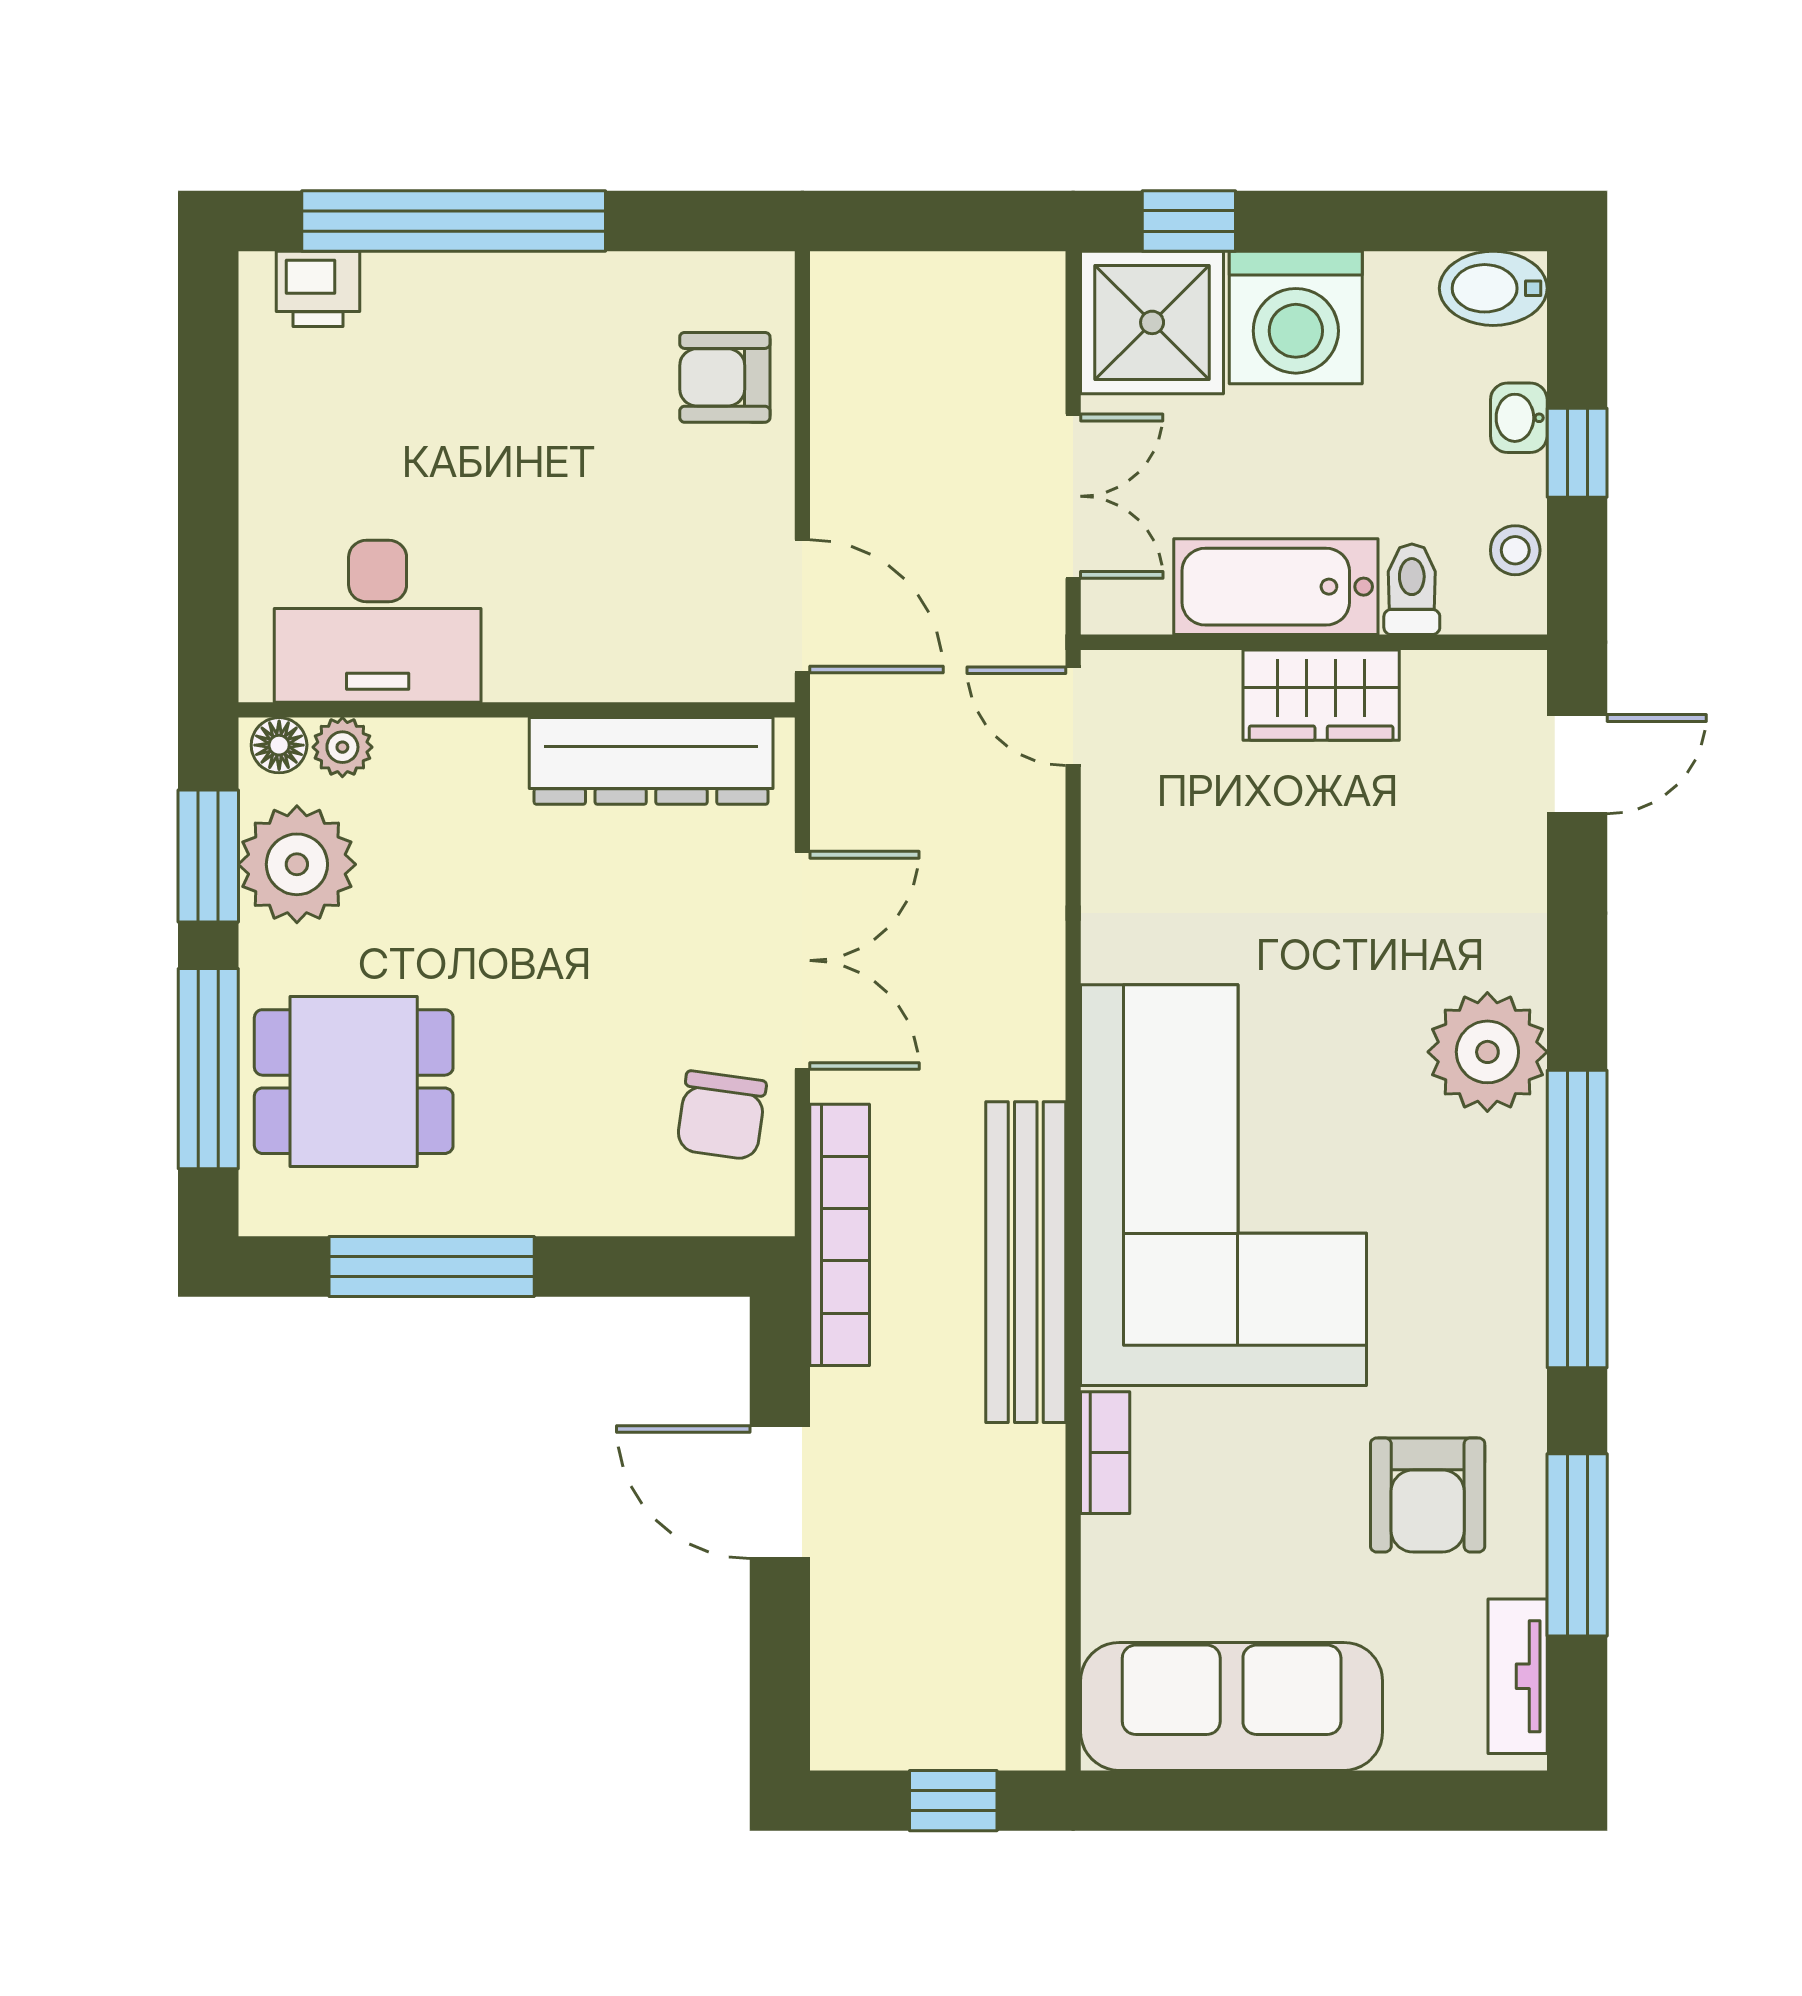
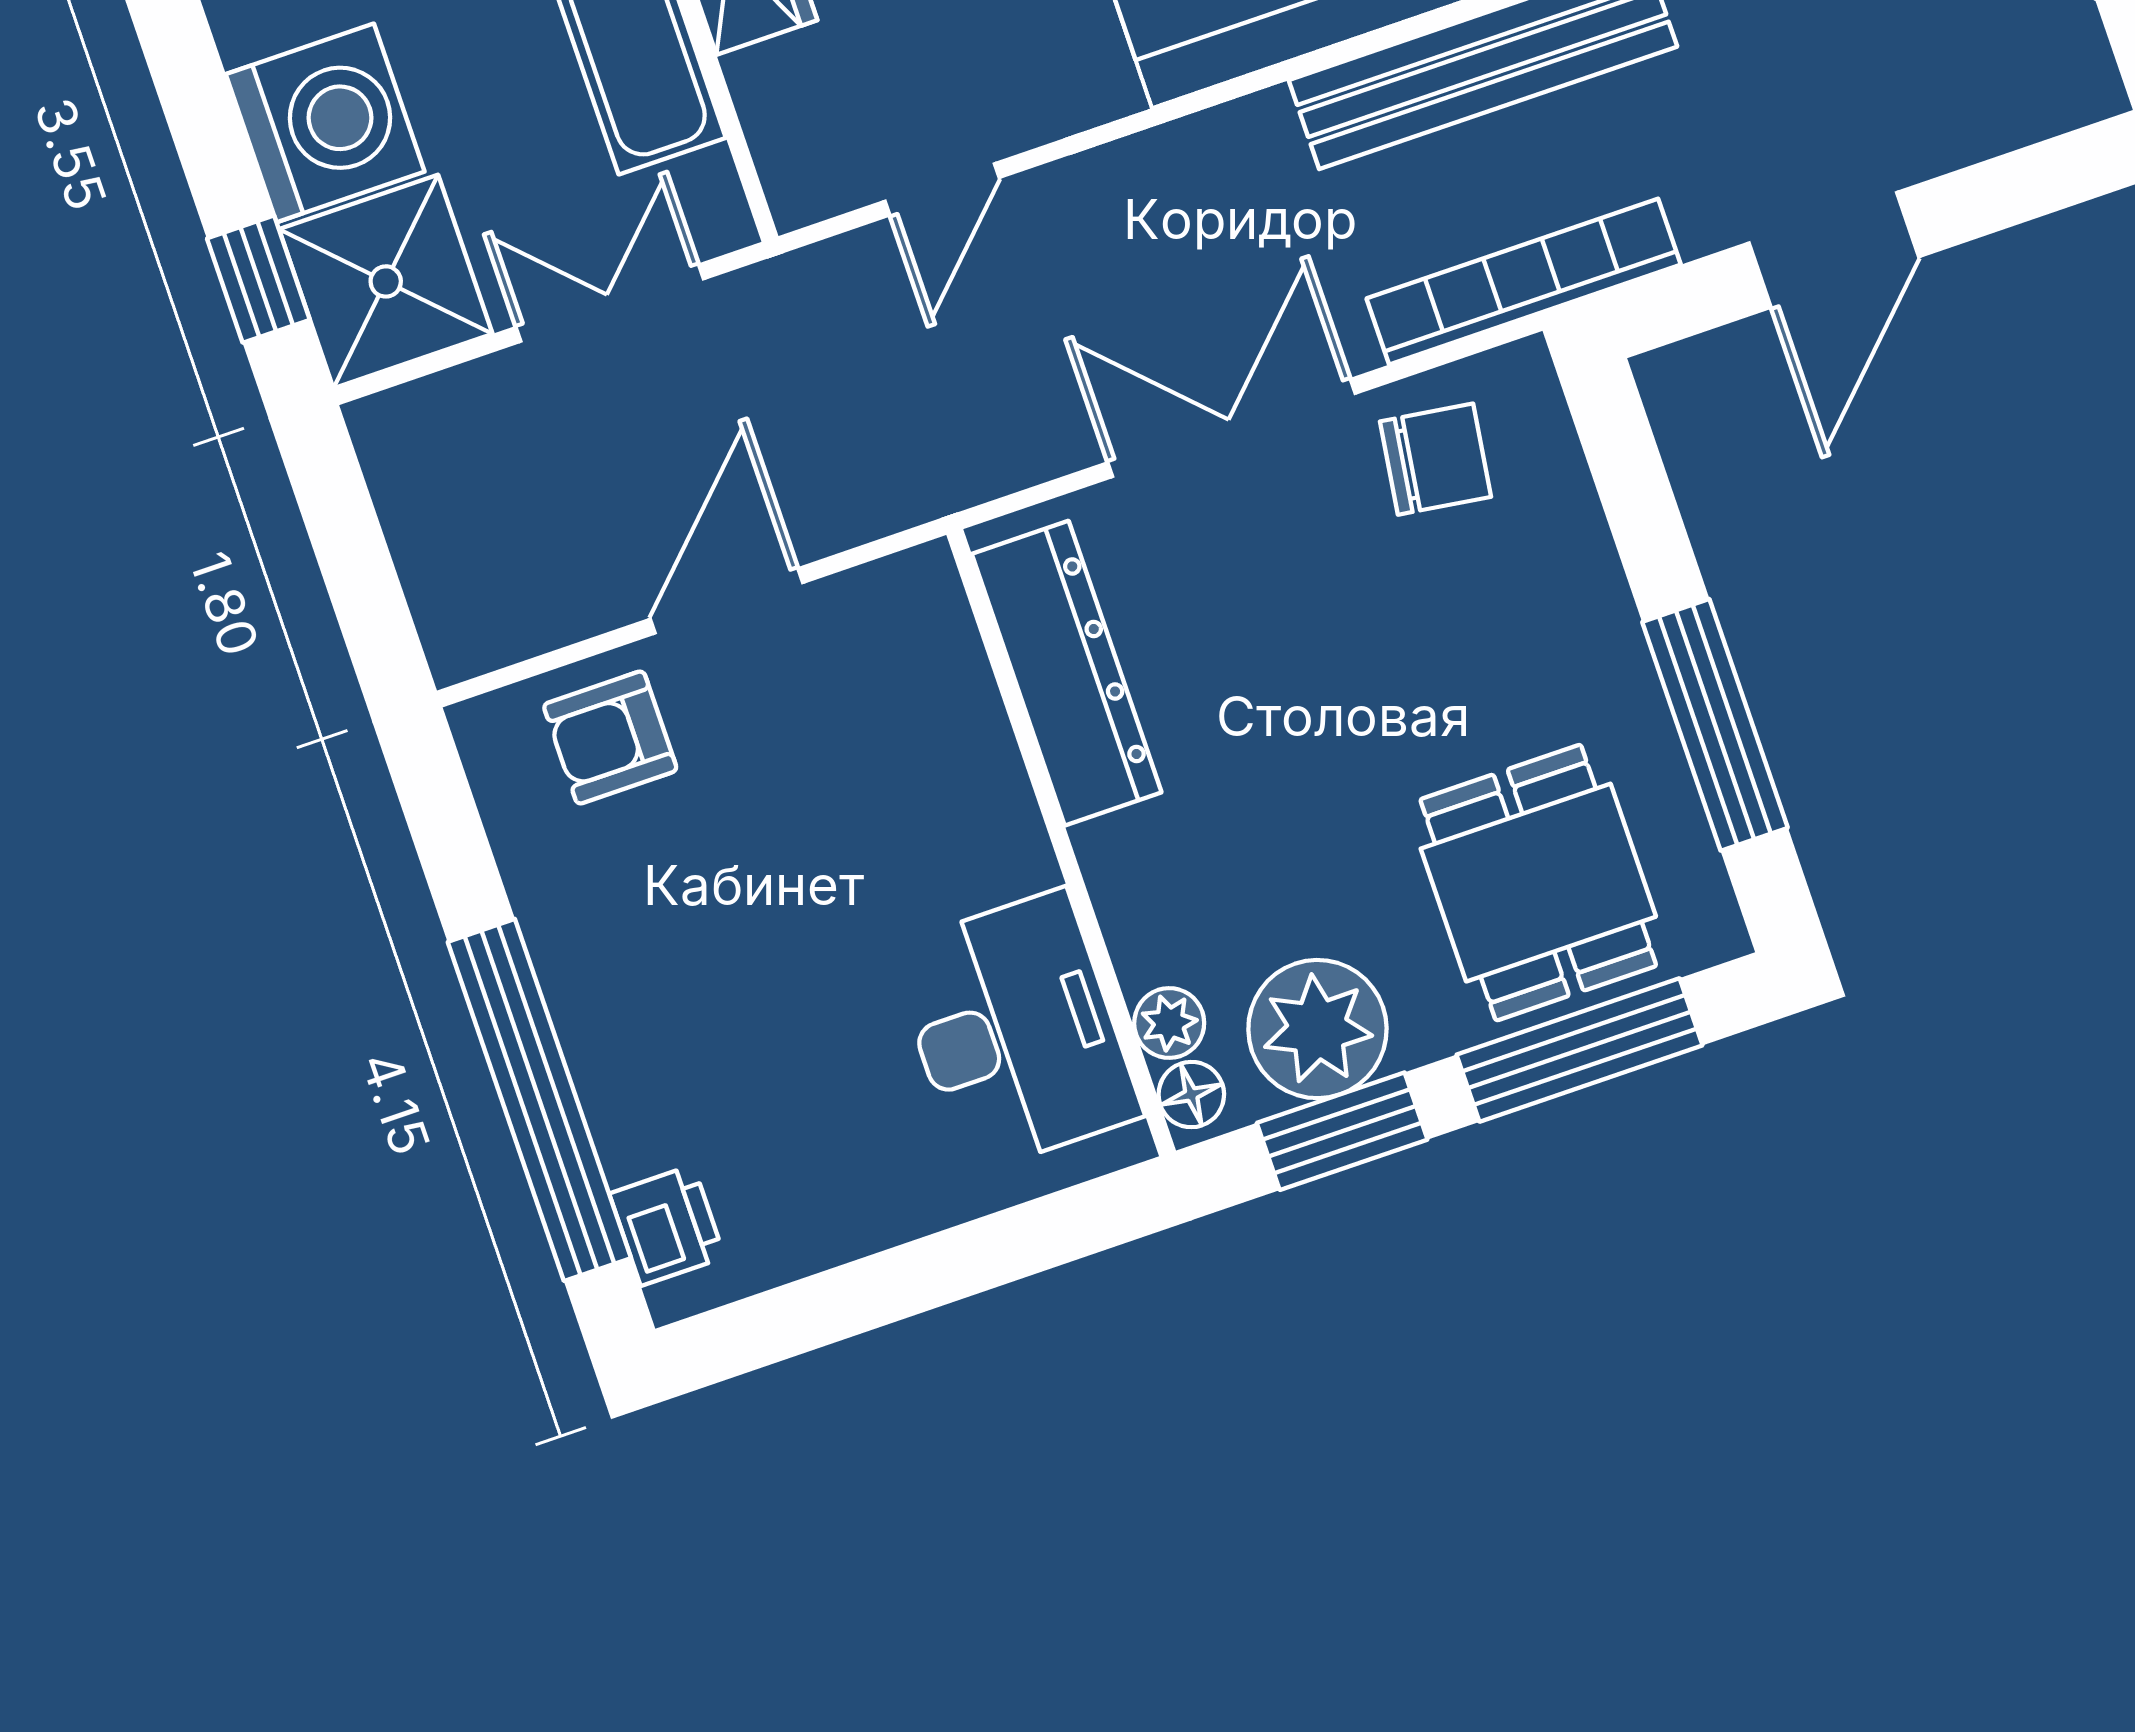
armchair: (725, 377) -> (610, 737), turned 90
door: (802, 606) -> (726, 601), moved
door: (1073, 716) -> (942, 189), moved

